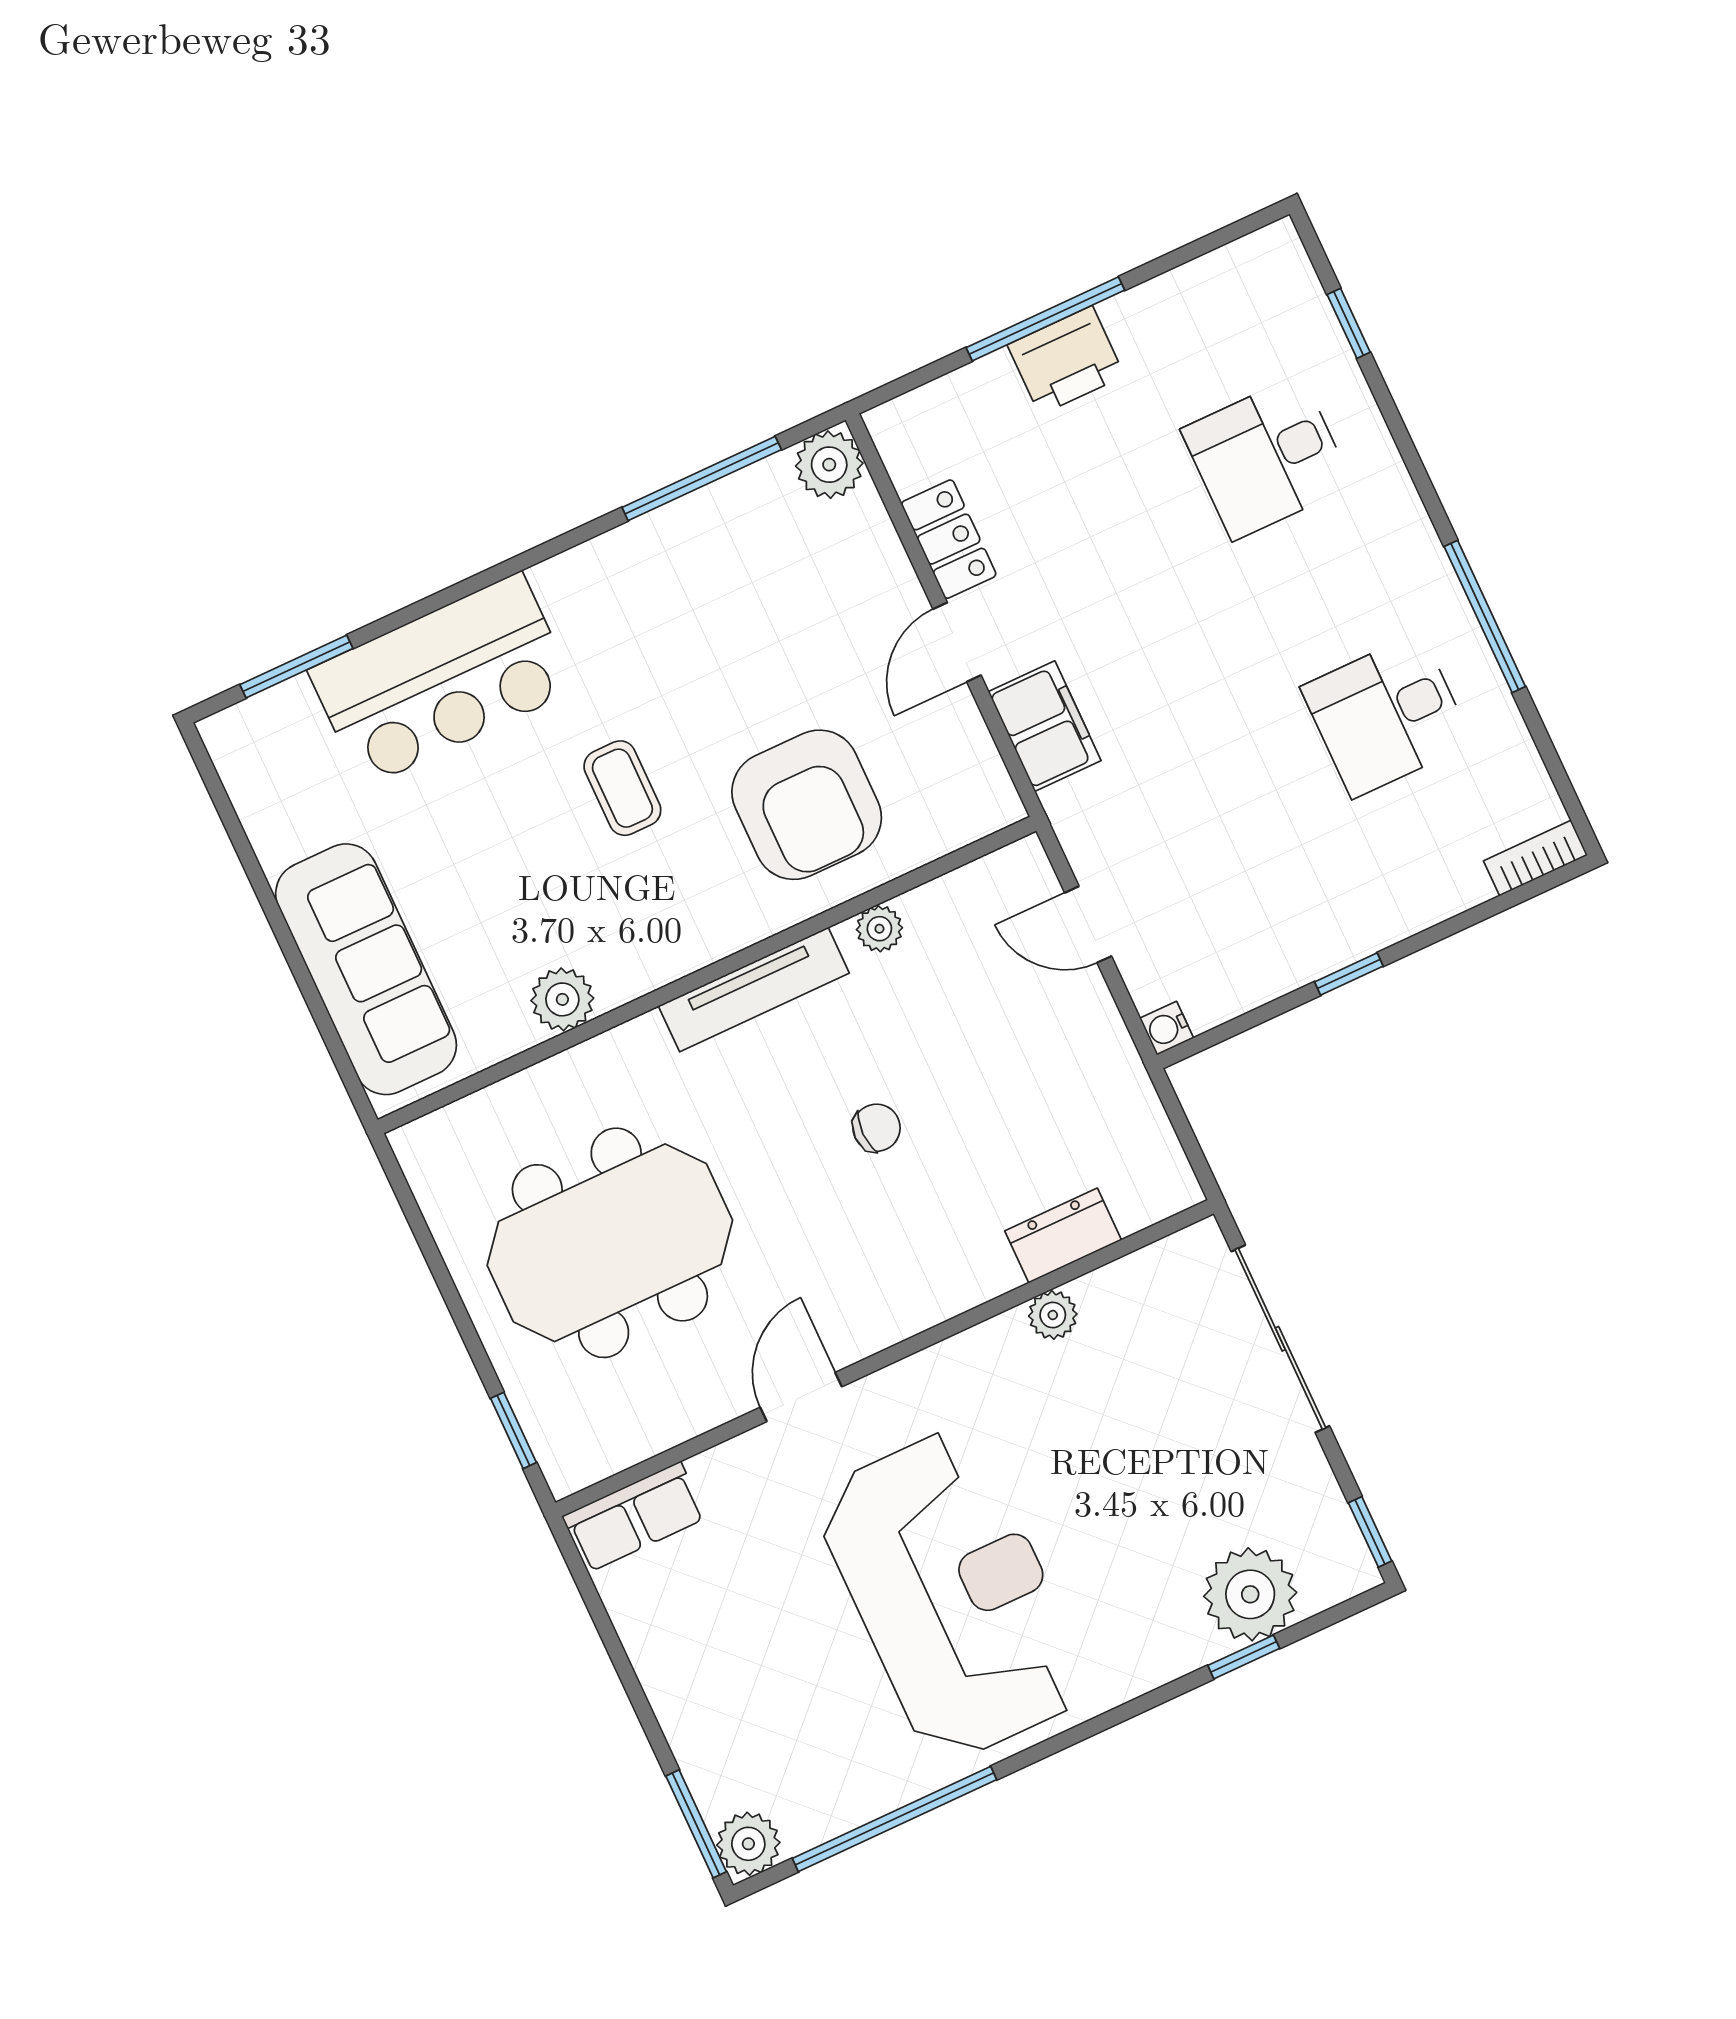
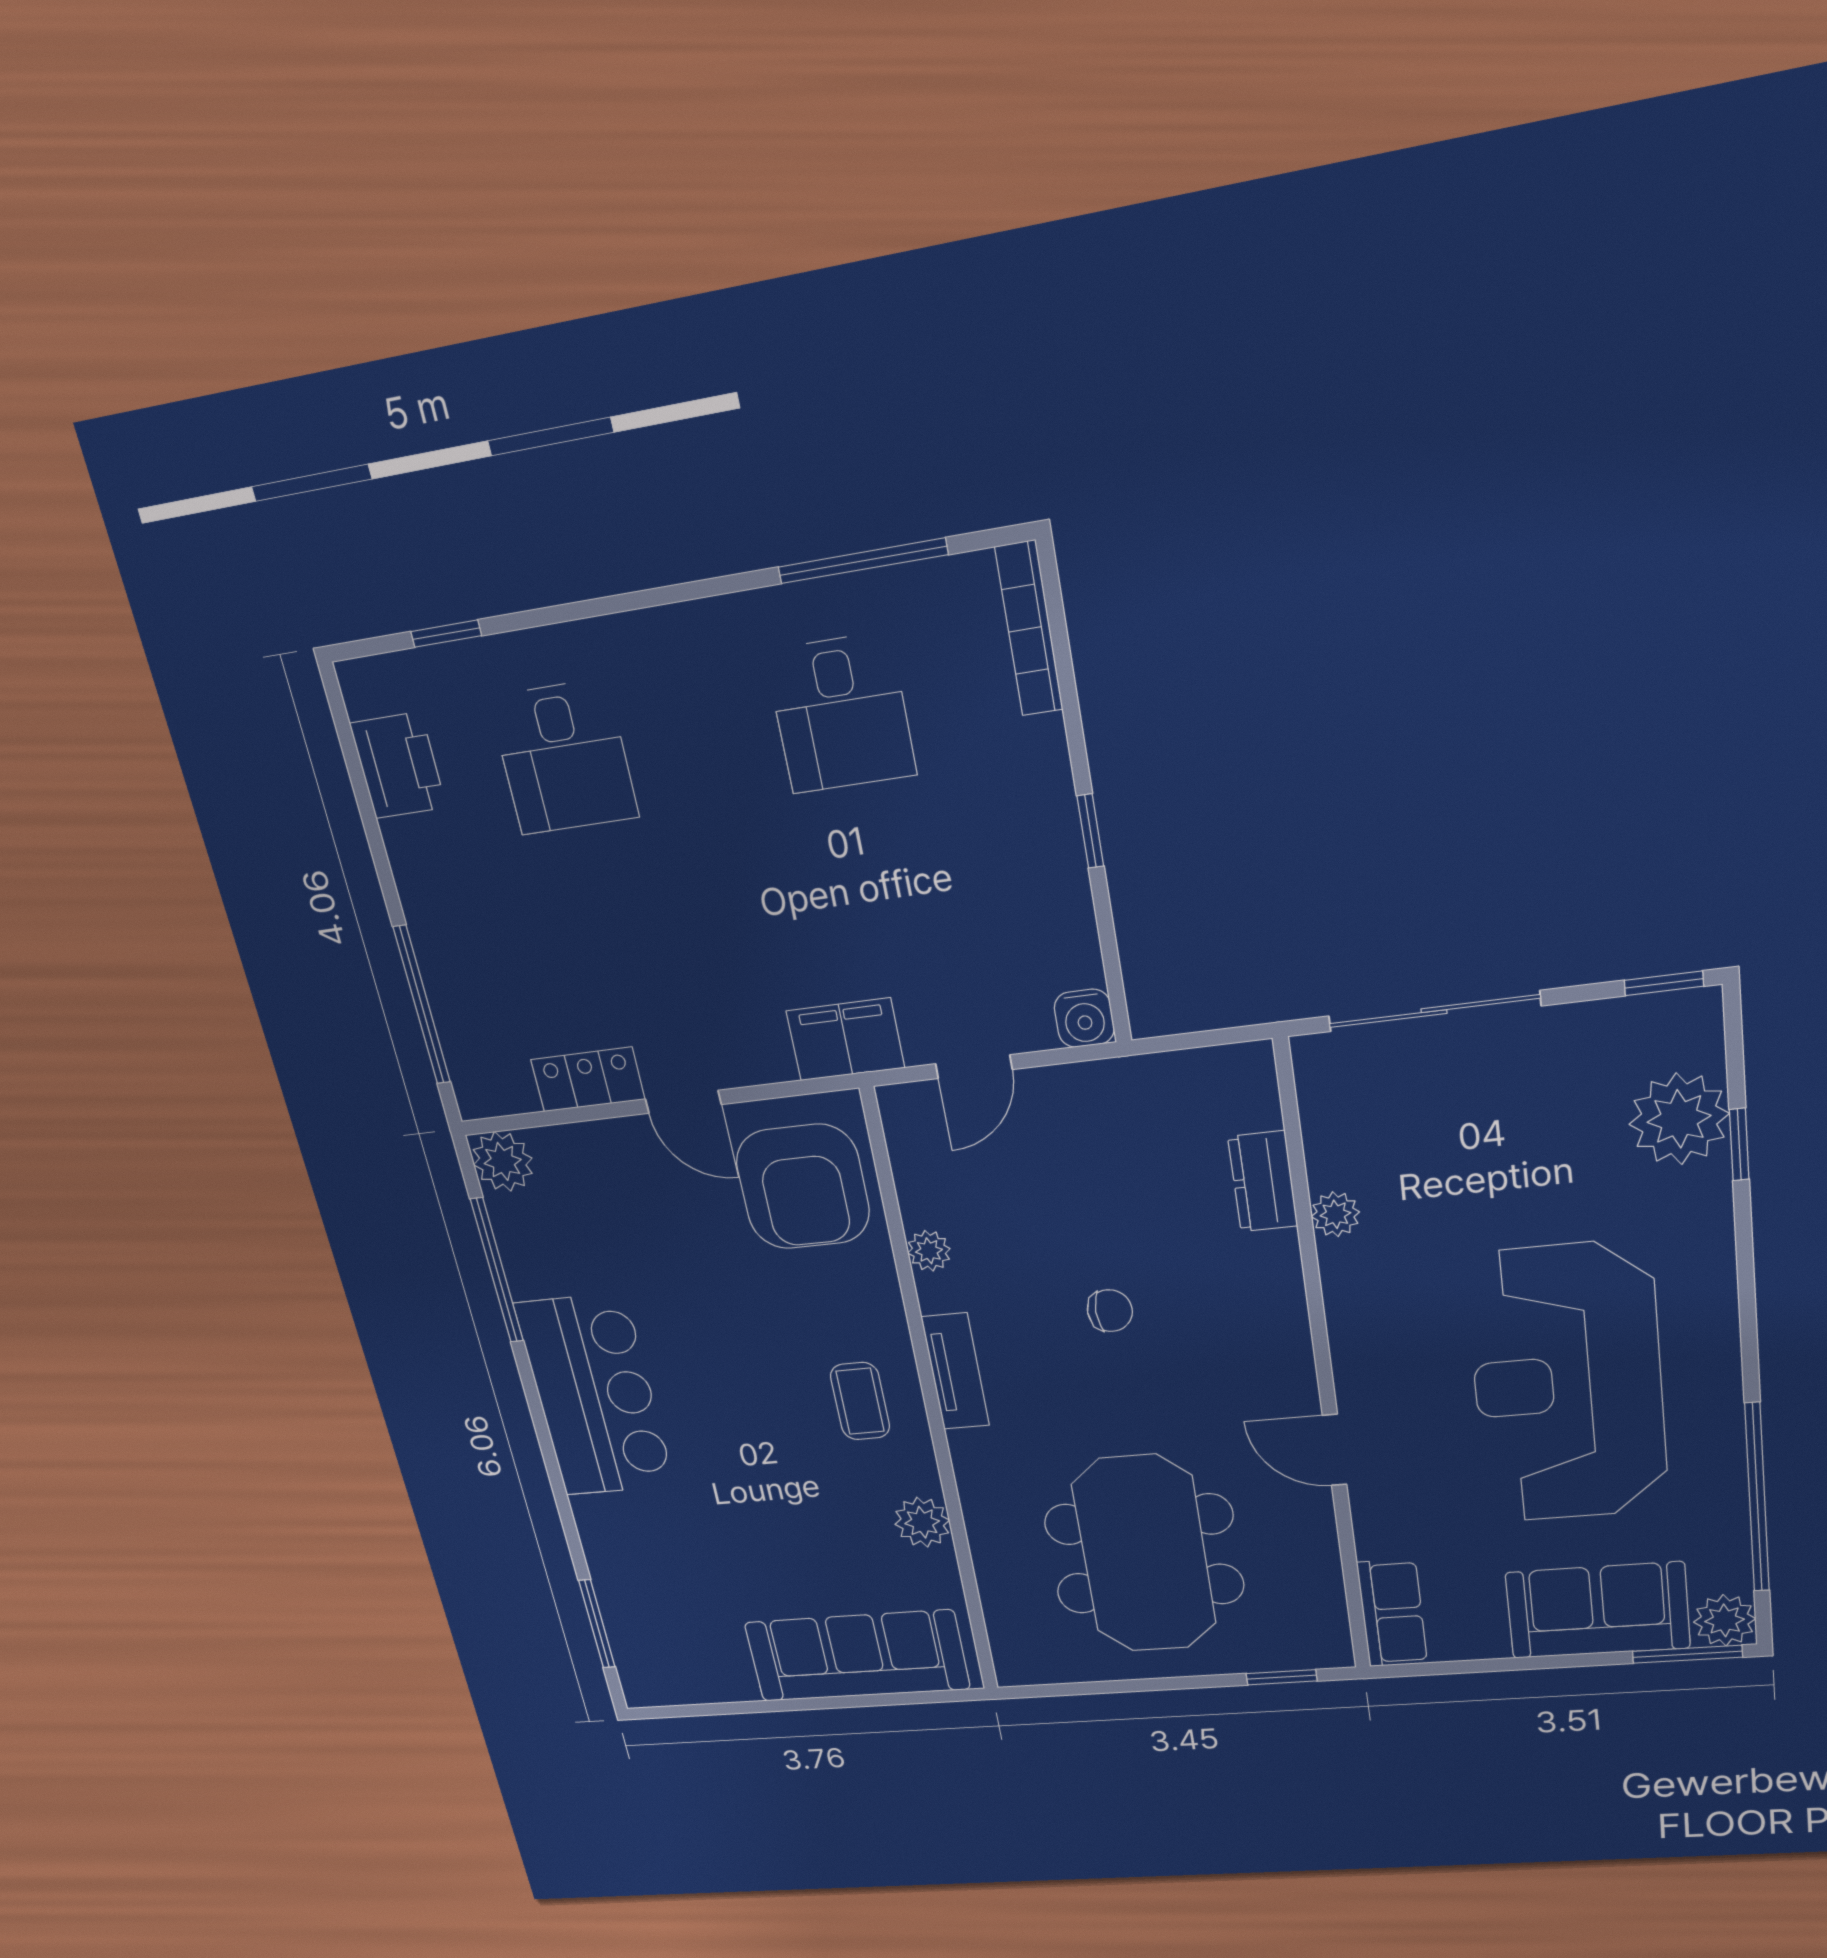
window: (1045, 319) -> (422, 1005), moved
printer: (1066, 360) -> (398, 765), moved
window: (1485, 617) -> (863, 561), moved
bar counter: (442, 680) -> (595, 1396), moved
filing cabinet: (1045, 726) -> (845, 1039), moved
coffee table: (622, 788) -> (860, 1401), moved, turned 90
armchair: (807, 805) -> (803, 1187), moved, turned 90
bookcase: (1535, 858) -> (1029, 629), width x1.56
tv unit: (754, 990) -> (955, 1371), width x0.71
water cooler: (1167, 1028) -> (1084, 1018), width x1.38, depth x1.38
chair: (876, 1128) -> (1110, 1311), turned 90
reception desk: (952, 1595) -> (1567, 1384), turned -90
sofa: (714, 1718) -> (1598, 1610), added

